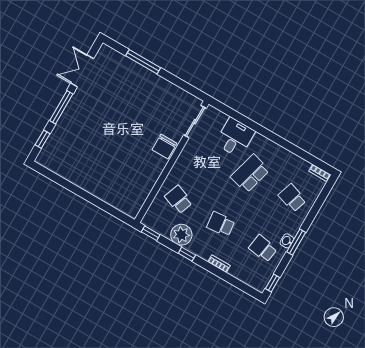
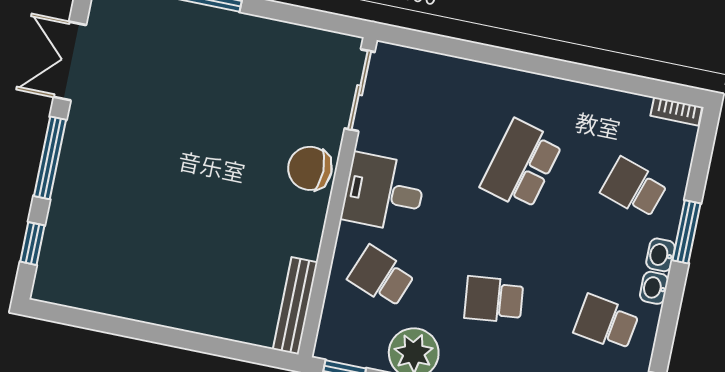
desk: (235, 137) -> (384, 192), moved, turned -90
chair: (164, 146) -> (310, 168), turned 90
bench: (140, 200) -> (295, 306), added
washbasin: (294, 228) -> (661, 255), added
window: (296, 242) -> (687, 232), moved

